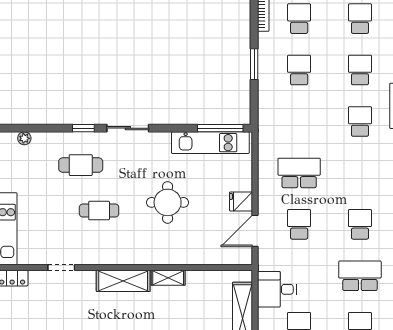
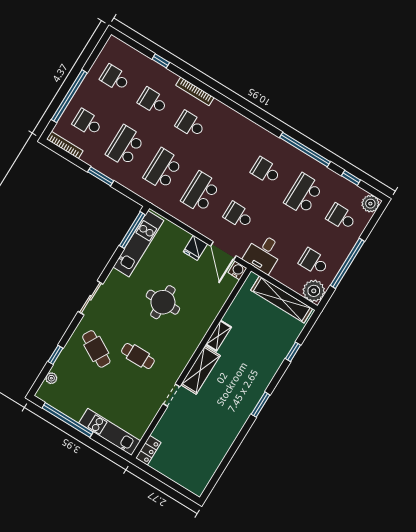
school desk: (299, 70) -> (125, 146), width x1.85
school desk: (299, 121) -> (163, 169), added
window: (83, 128) -> (55, 355), moved
cafe table: (81, 165) -> (96, 349), turned -61
cafe table: (99, 211) -> (138, 356), turned 90
water cooler: (244, 257) -> (237, 270), added
doorway: (61, 268) -> (172, 395), moved
desk: (277, 289) -> (263, 253), moved

